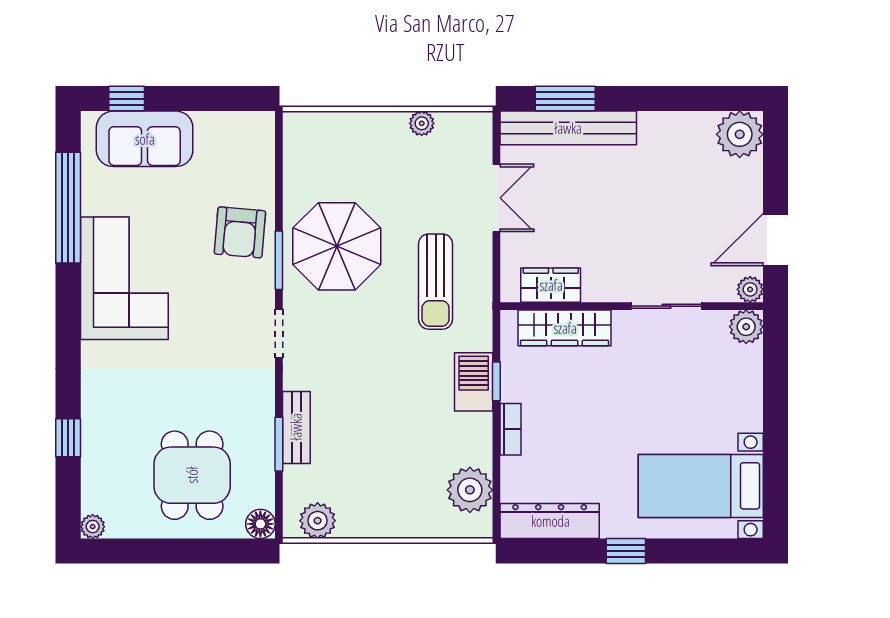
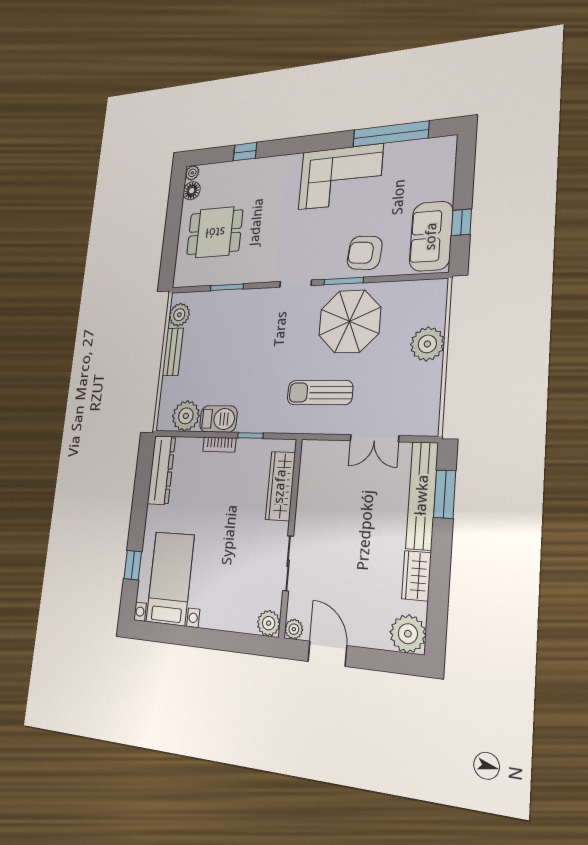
window: (127, 99) -> (461, 222), moved
plant: (422, 123) -> (427, 344), moved, width x1.88, depth x1.88
sofa: (145, 139) -> (431, 236), moved
wardrobe: (551, 285) -> (416, 576), moved, turned 180
barbecue: (474, 382) -> (218, 419), moved
bench: (296, 427) -> (173, 352), moved, turned 90
floor lamp: (260, 524) -> (192, 191), moved
window: (626, 551) -> (133, 565), moved

